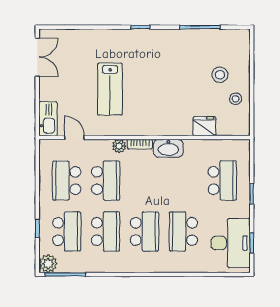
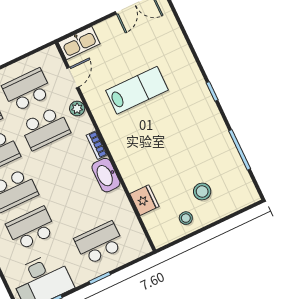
lab bench: (110, 89) -> (137, 90), turned 180
plant: (119, 146) -> (77, 108), moved
school desk: (222, 181) -> (99, 243), turned 180

